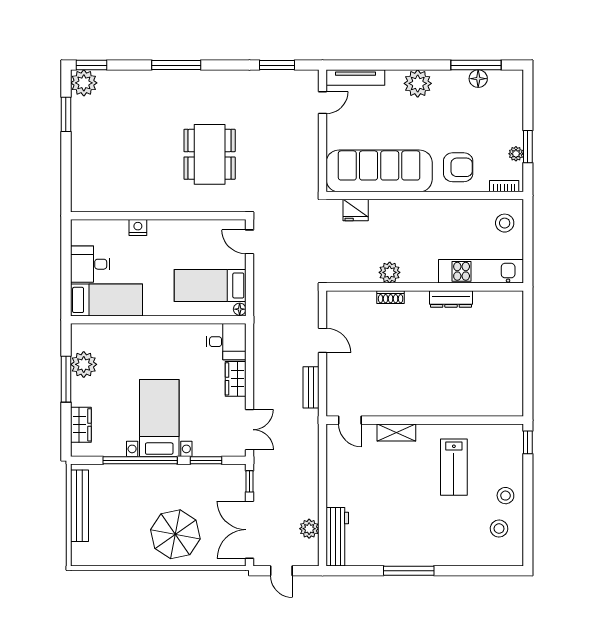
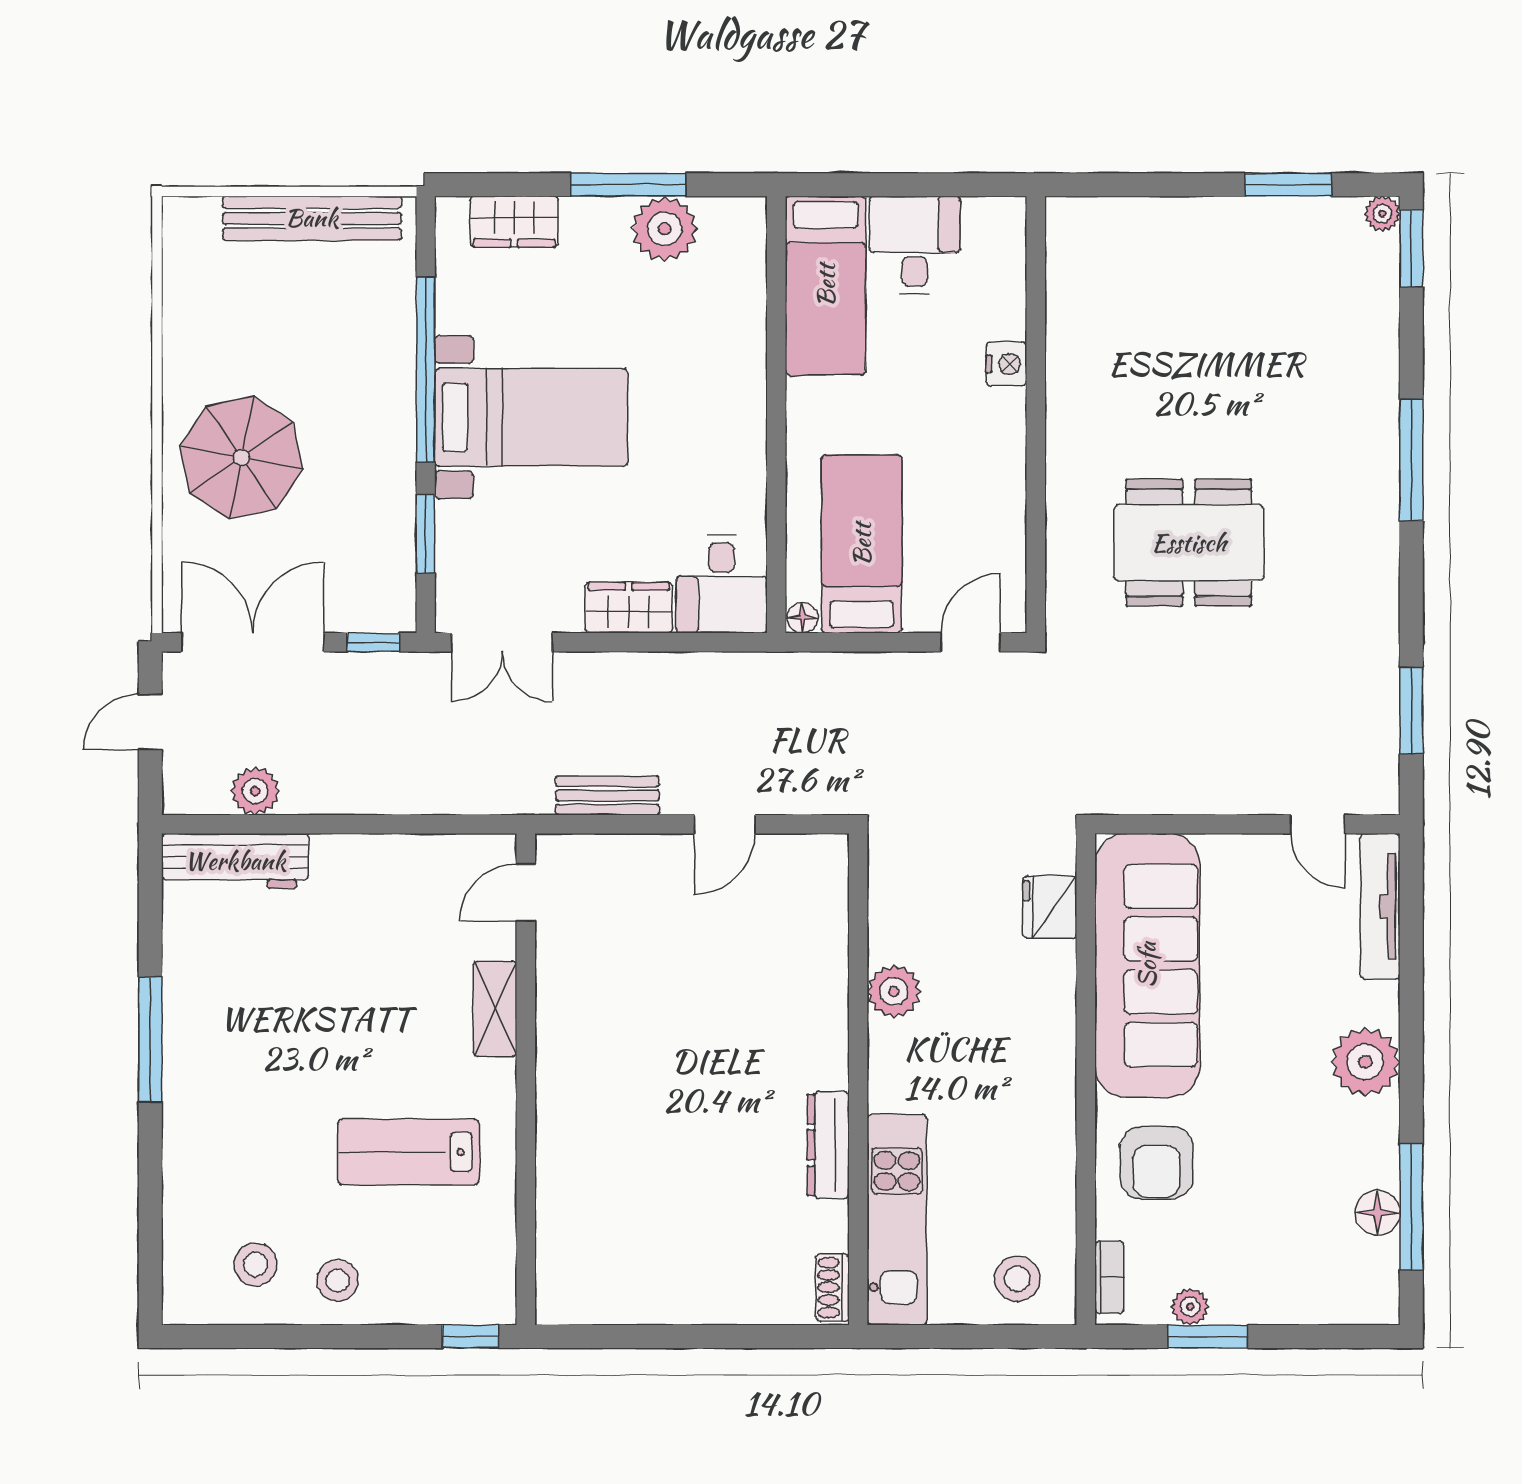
plant: (84, 83) -> (1382, 214), width x0.53, depth x0.53
shoe rack: (391, 297) -> (833, 1288), moved

